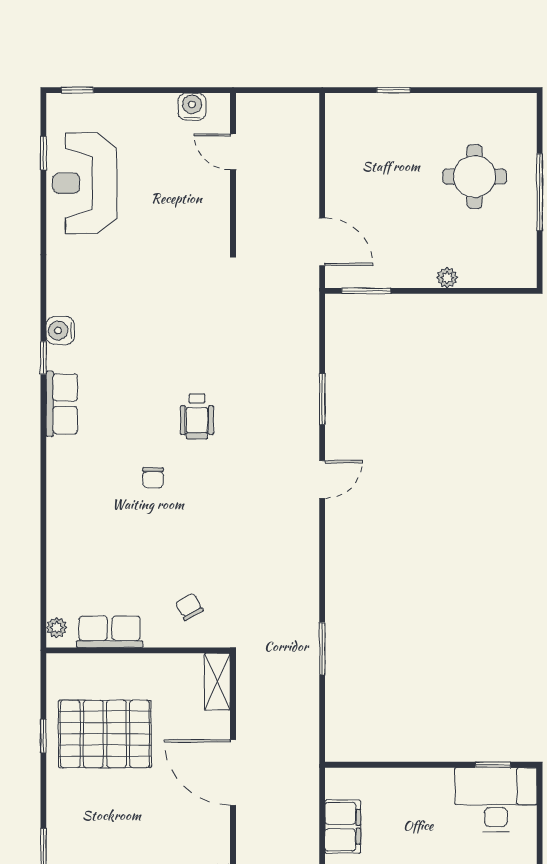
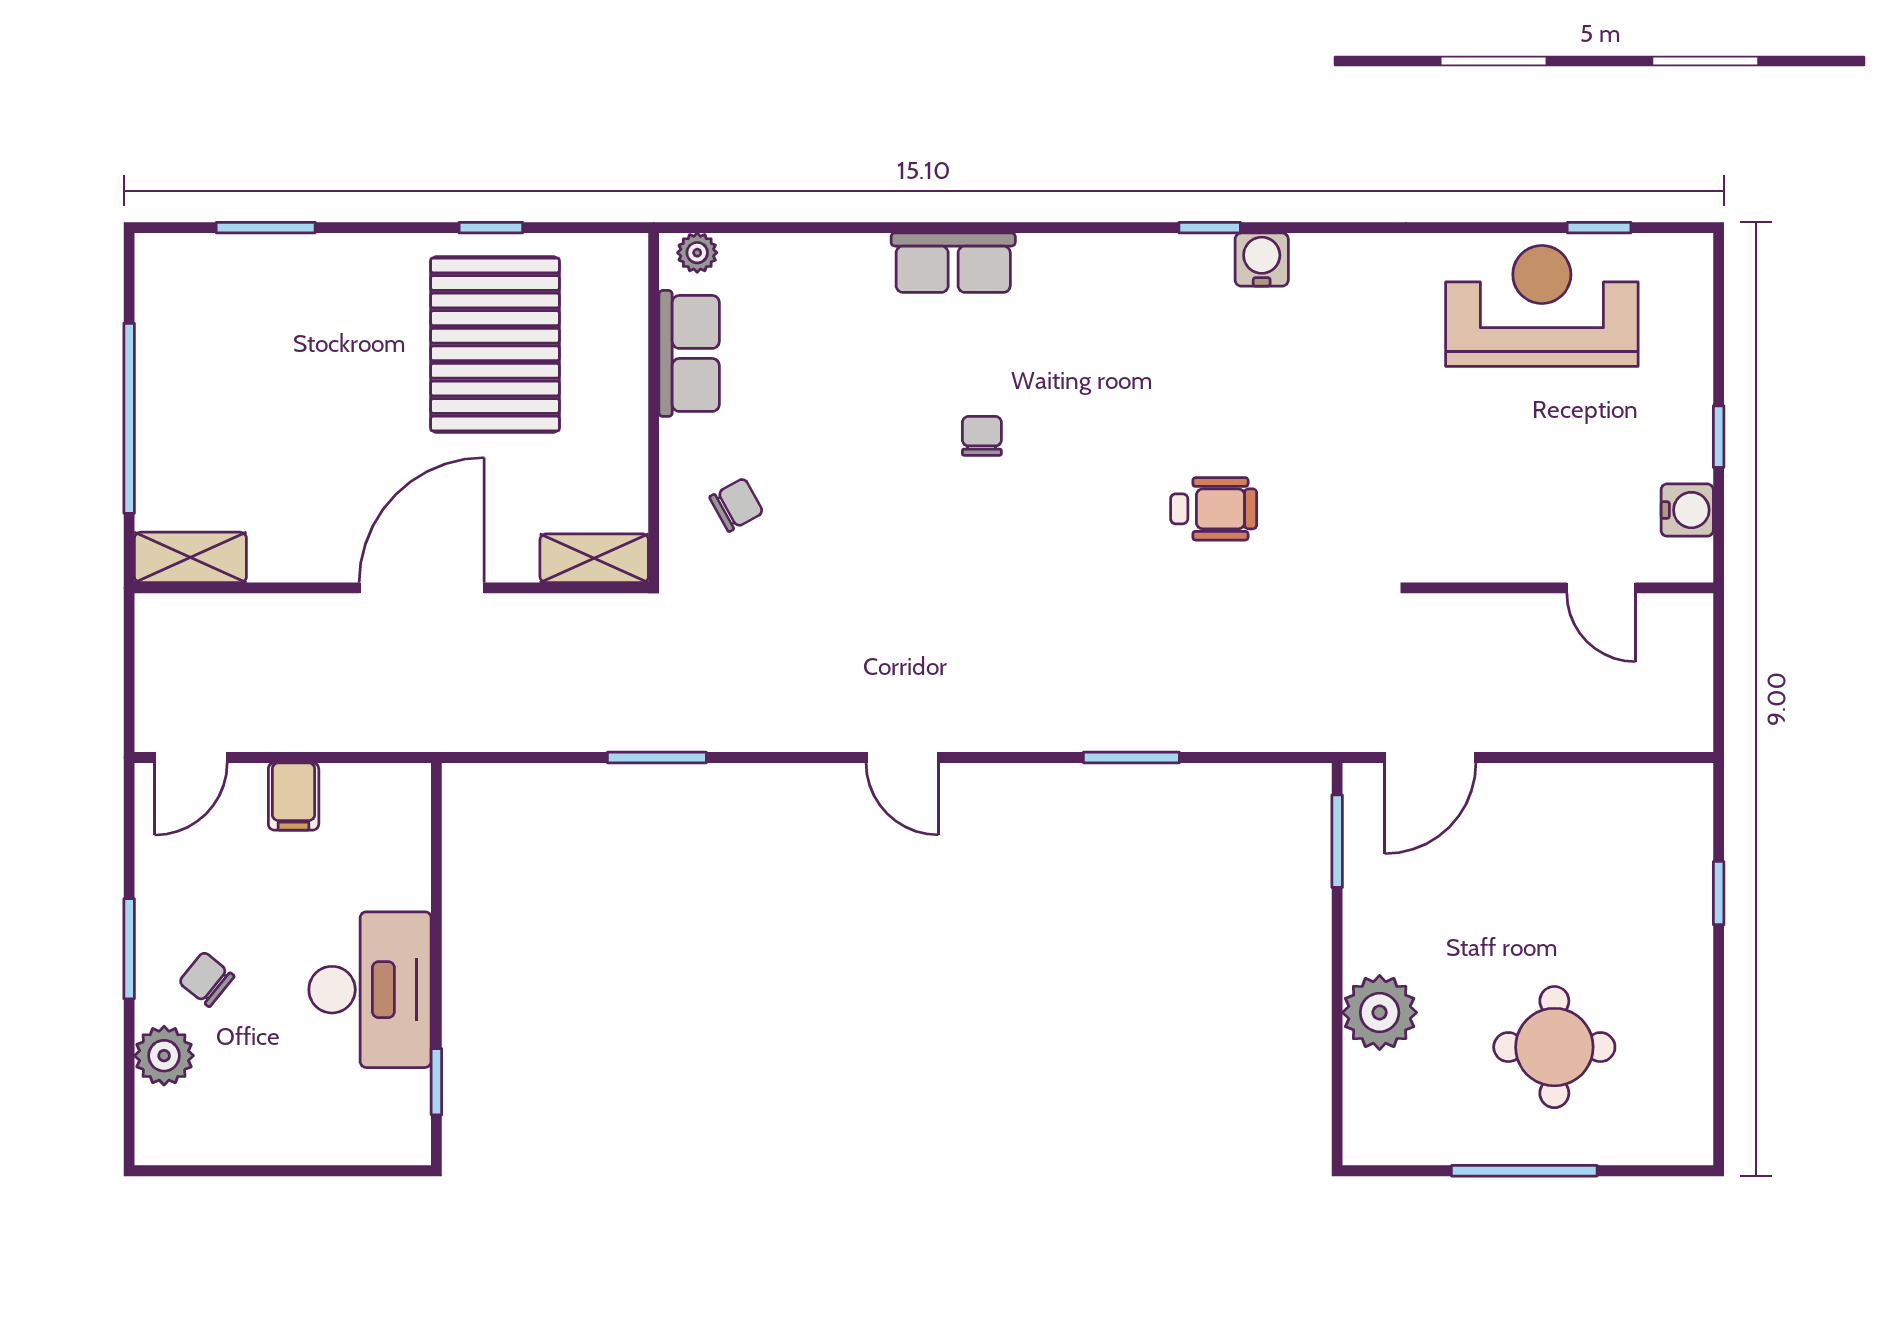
window: (77, 90) -> (1719, 437), moved
door: (233, 152) -> (1601, 588), swing flipped
plant: (447, 278) -> (1380, 1012), width x1.87, depth x1.87
row of seats: (62, 404) -> (953, 263), moved
wheelchair: (197, 416) -> (1214, 509), moved, turned 180
chair: (153, 478) -> (982, 436), turned 90
door: (322, 479) -> (902, 757), moved
desk: (496, 800) -> (370, 990), moved
filing cabinet: (343, 827) -> (294, 796), width x0.50

